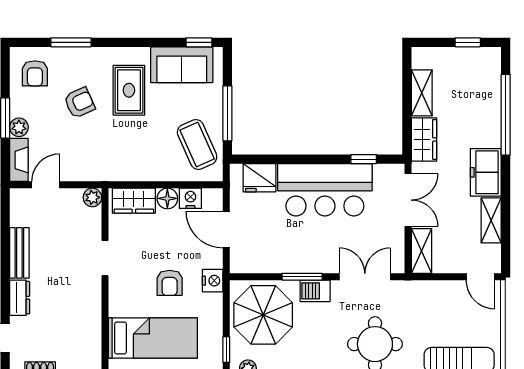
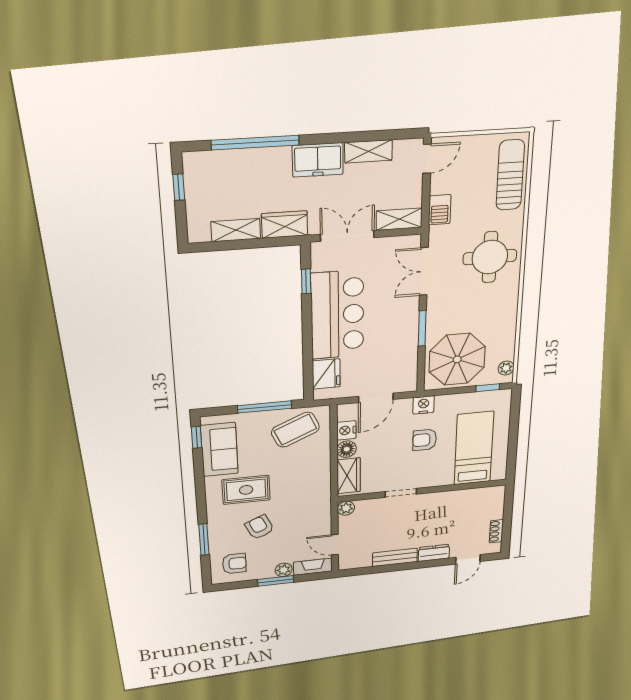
armchair: (170, 283) -> (425, 440), turned 180
barbecue: (315, 291) -> (440, 210), moved

